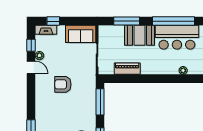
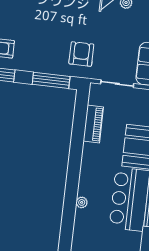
armchair: (63, 84) -> (81, 54), moved

